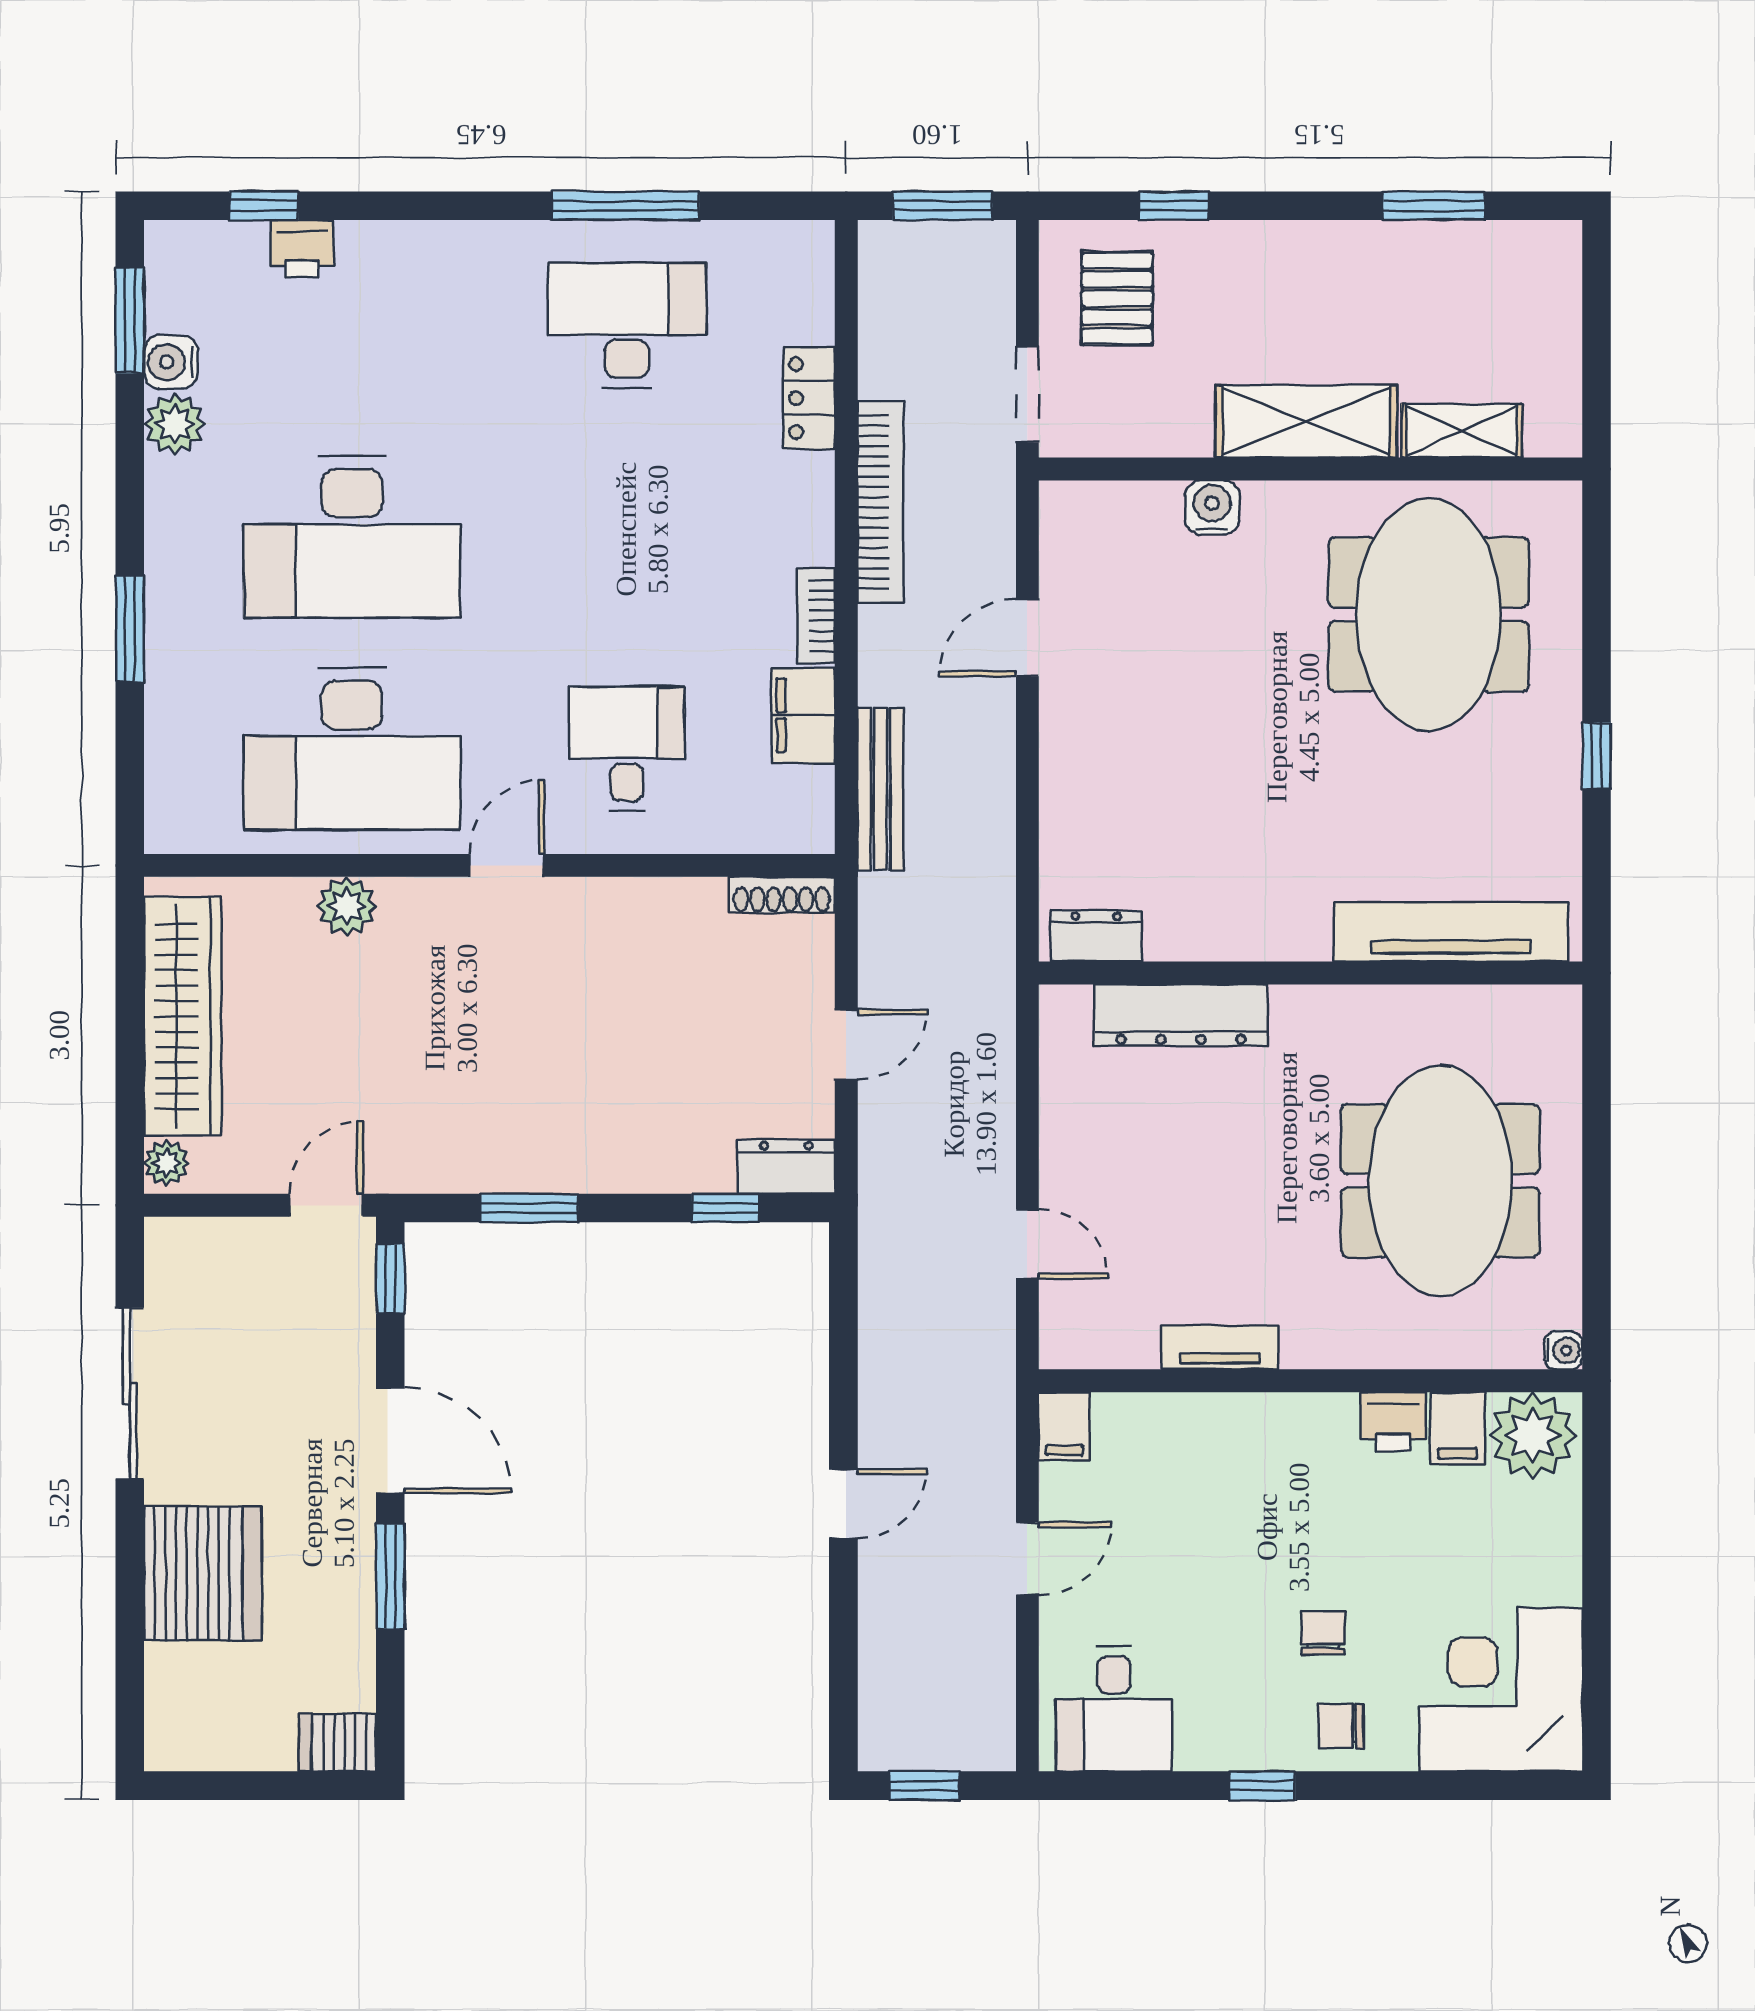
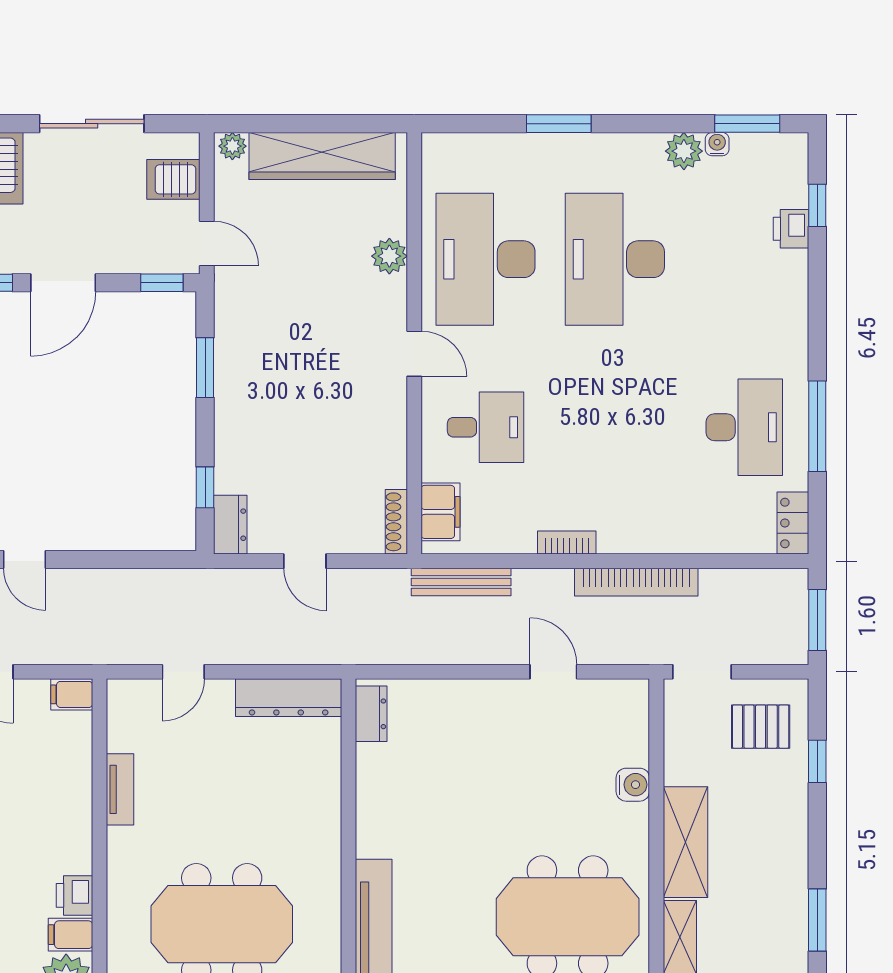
water cooler: (171, 362) -> (717, 144), width x0.72, depth x0.72
locker: (809, 398) -> (793, 523), moved, turned -90
filing cabinet: (803, 715) -> (441, 512), moved, turned 90
dresser: (1181, 1015) -> (289, 698), moved, turned -90
server rack: (221, 1260) -> (173, 179), added

